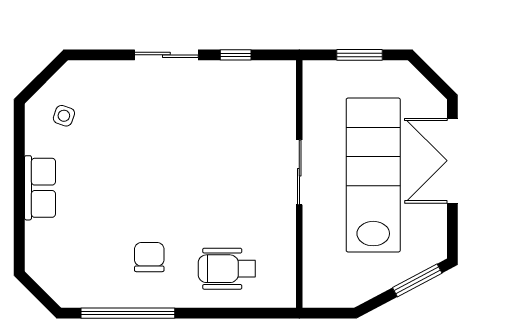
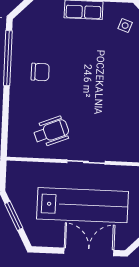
wheelchair: (227, 269) -> (51, 132), moved, turned 68
window: (417, 280) -> (14, 216), moved

